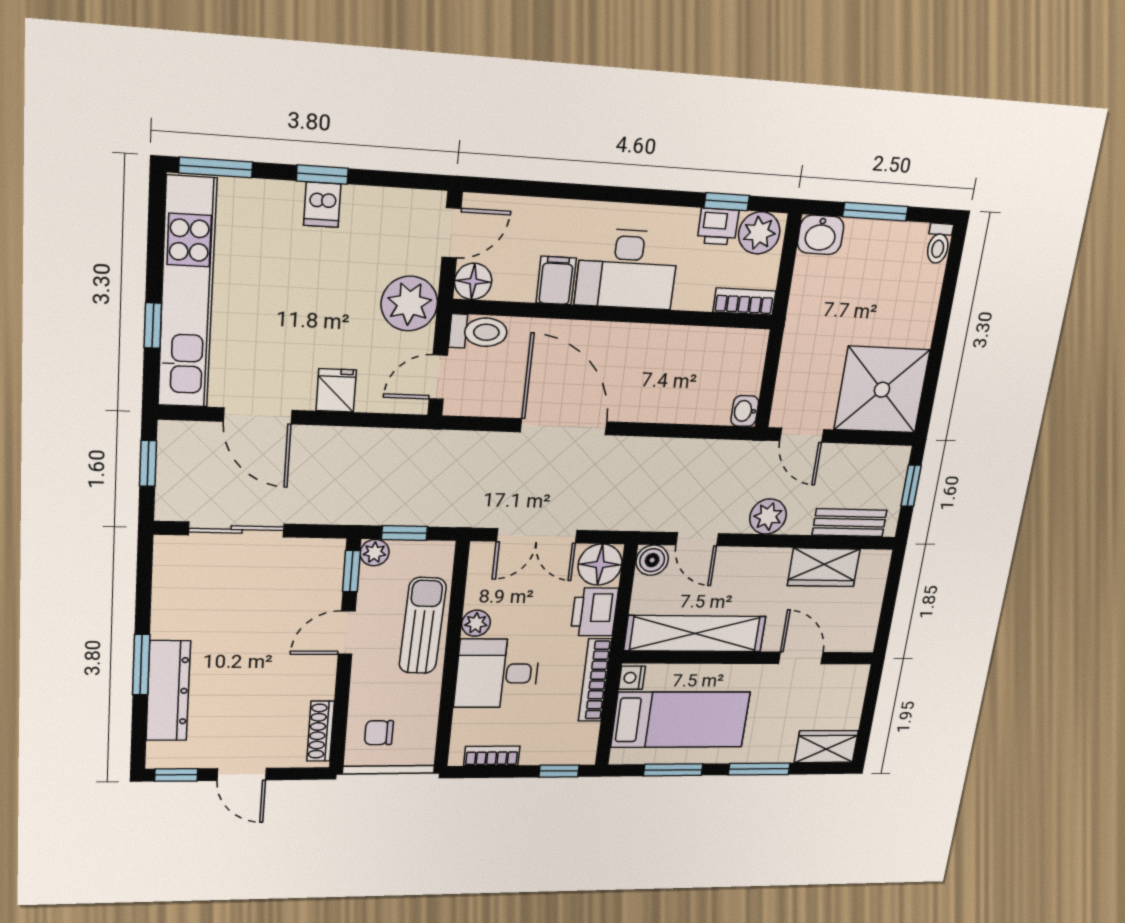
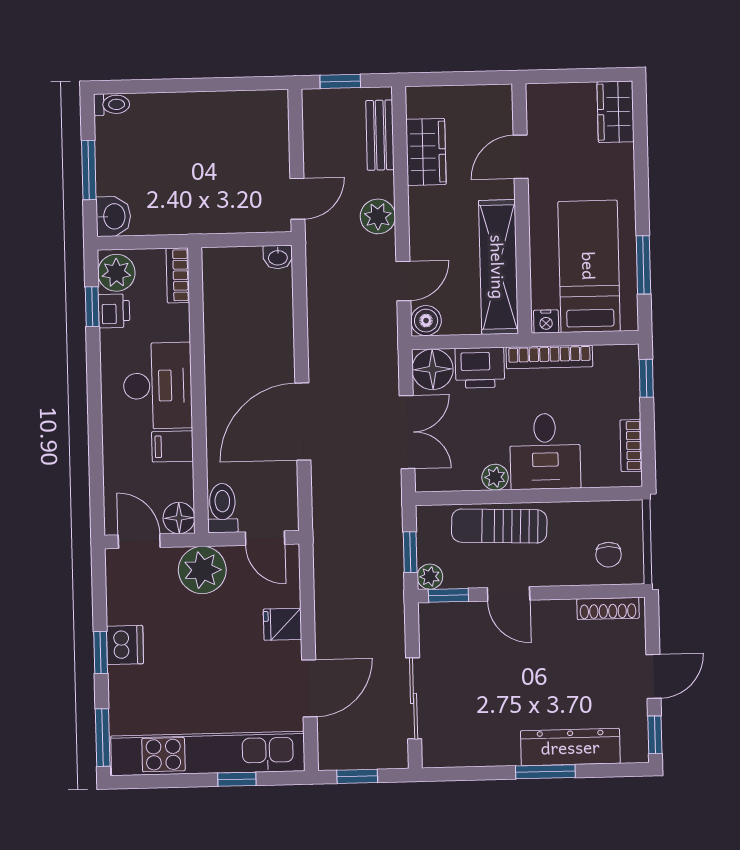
dishwasher: (322, 205) -> (125, 645), width x1.38
shower: (882, 390) -> (249, 130), removed
window: (759, 769) -> (641, 177), removed

